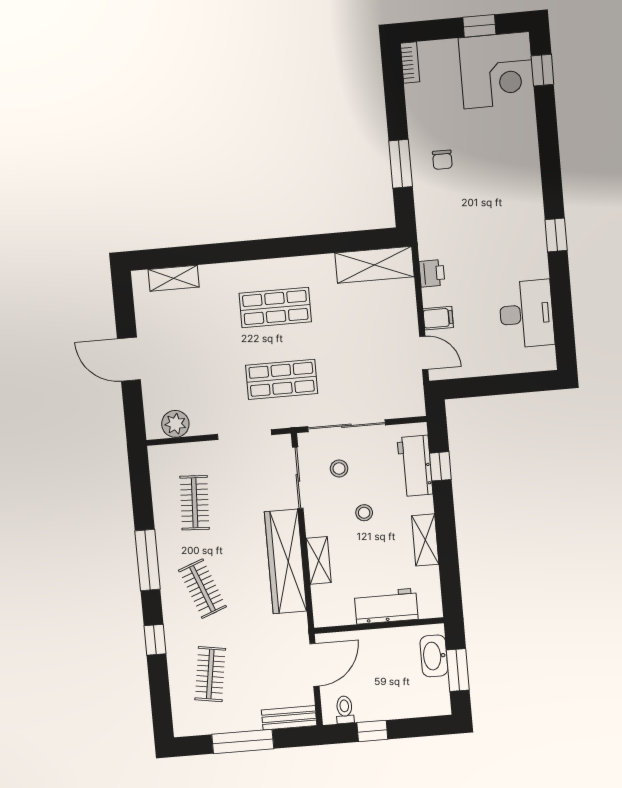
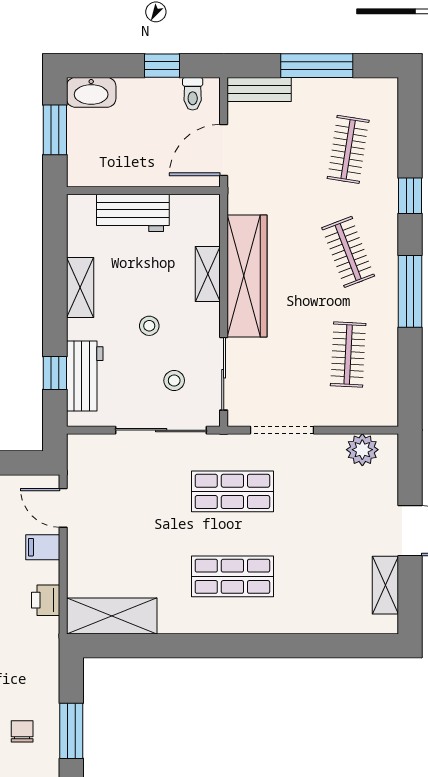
shelving: (174, 278) -> (385, 585), moved, turned 90
washbasin: (434, 656) -> (91, 92), moved, turned 90

